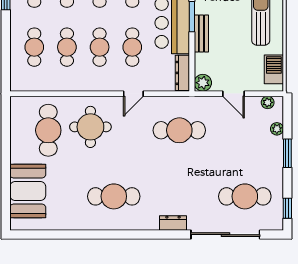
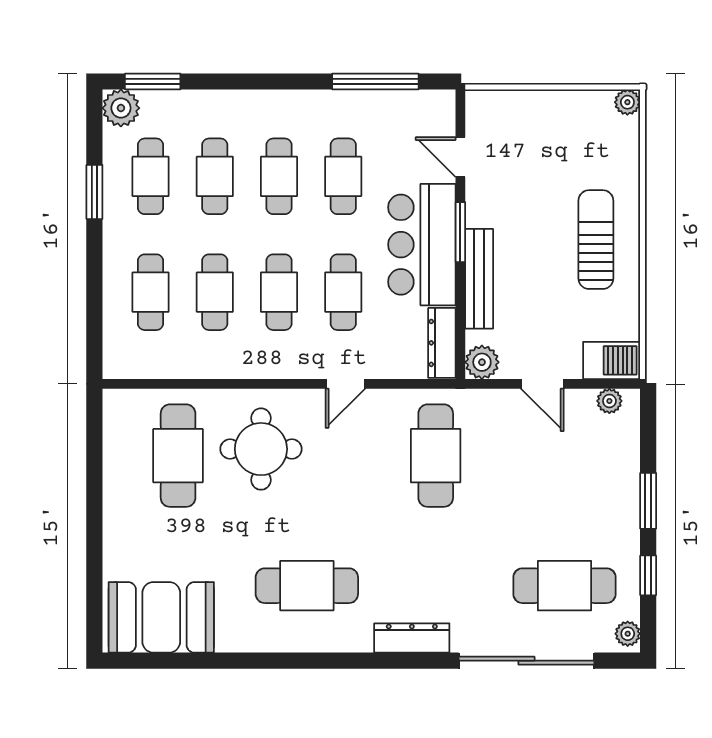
bench: (201, 34) -> (479, 279), width x1.36
barbecue: (274, 69) -> (612, 360), moved, turned 90
plant: (277, 129) -> (628, 634), moved
cafe table: (179, 130) -> (436, 456), turned 90
booth: (28, 191) -> (161, 617), moved, turned 90
window: (287, 208) -> (648, 575), moved
dresser: (173, 223) -> (412, 638), width x1.44

